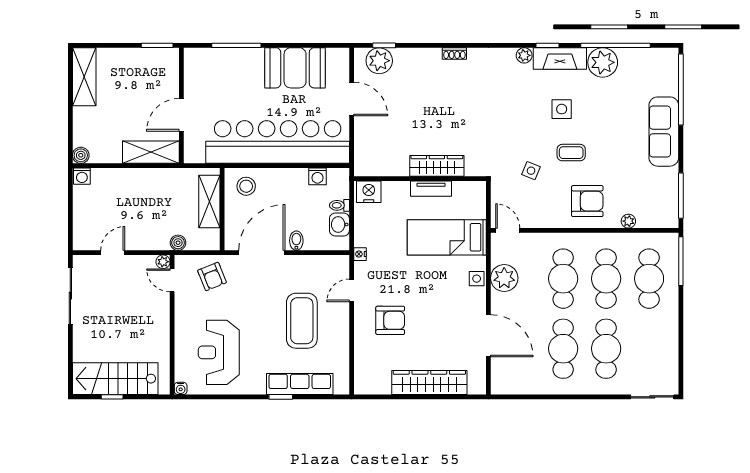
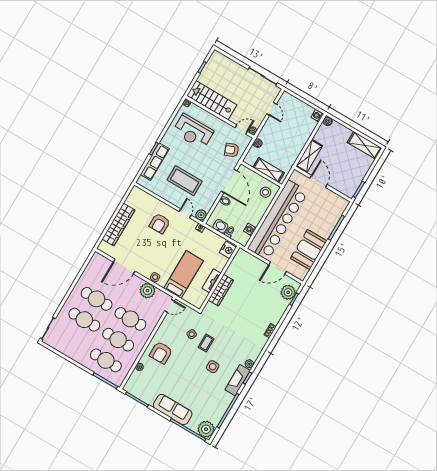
plant: (603, 62) -> (206, 429), moved
coffee table: (571, 153) -> (206, 343), moved
plant: (340, 265) -> (201, 215), added
reception desk: (219, 352) -> (193, 132), turned 180
stairs: (115, 379) -> (212, 100), moved, turned -90

